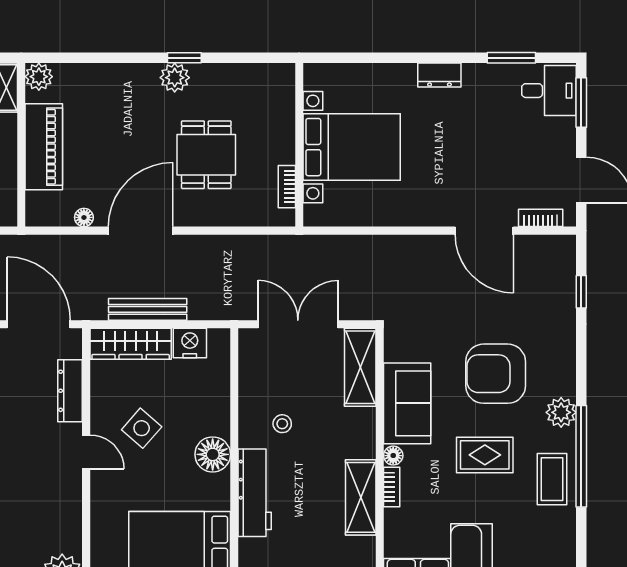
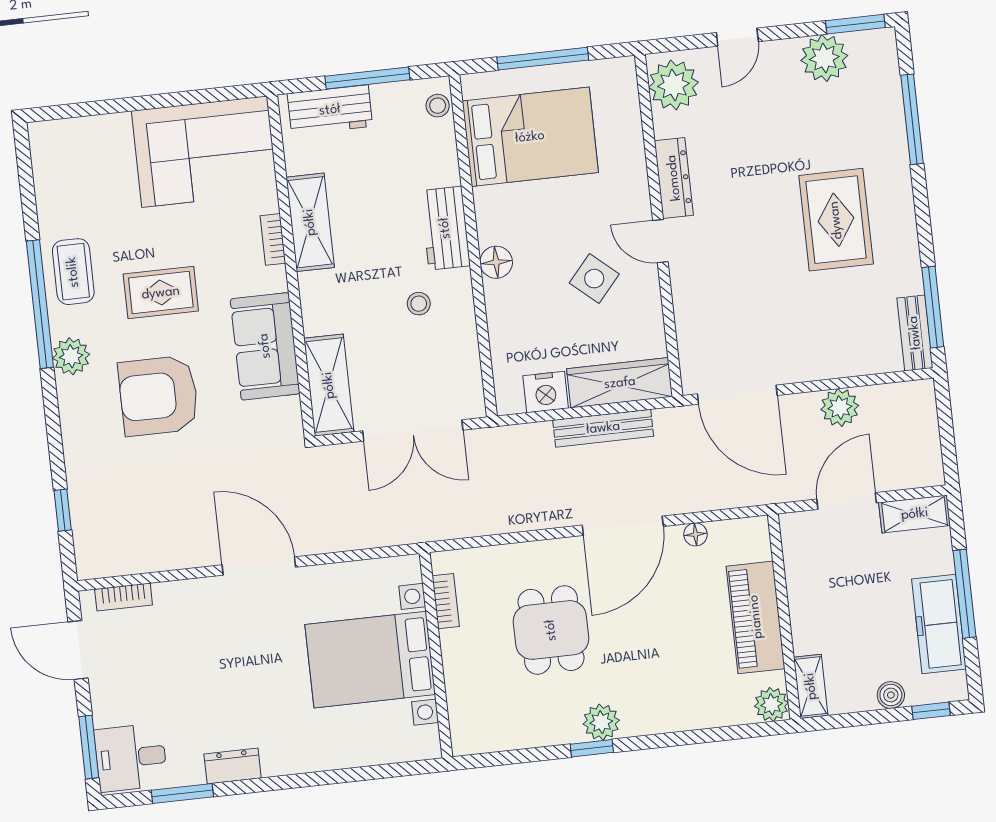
dresser: (439, 75) -> (233, 766), moved
door: (484, 231) -> (259, 566), moved
armchair: (496, 374) -> (158, 396), turned 180
dresser: (70, 391) -> (674, 178), moved
floor lamp: (213, 454) -> (496, 262), width x0.73, depth x0.73
floor lamp: (393, 456) -> (275, 279), removed
workbench: (255, 493) -> (445, 228), width x0.73

